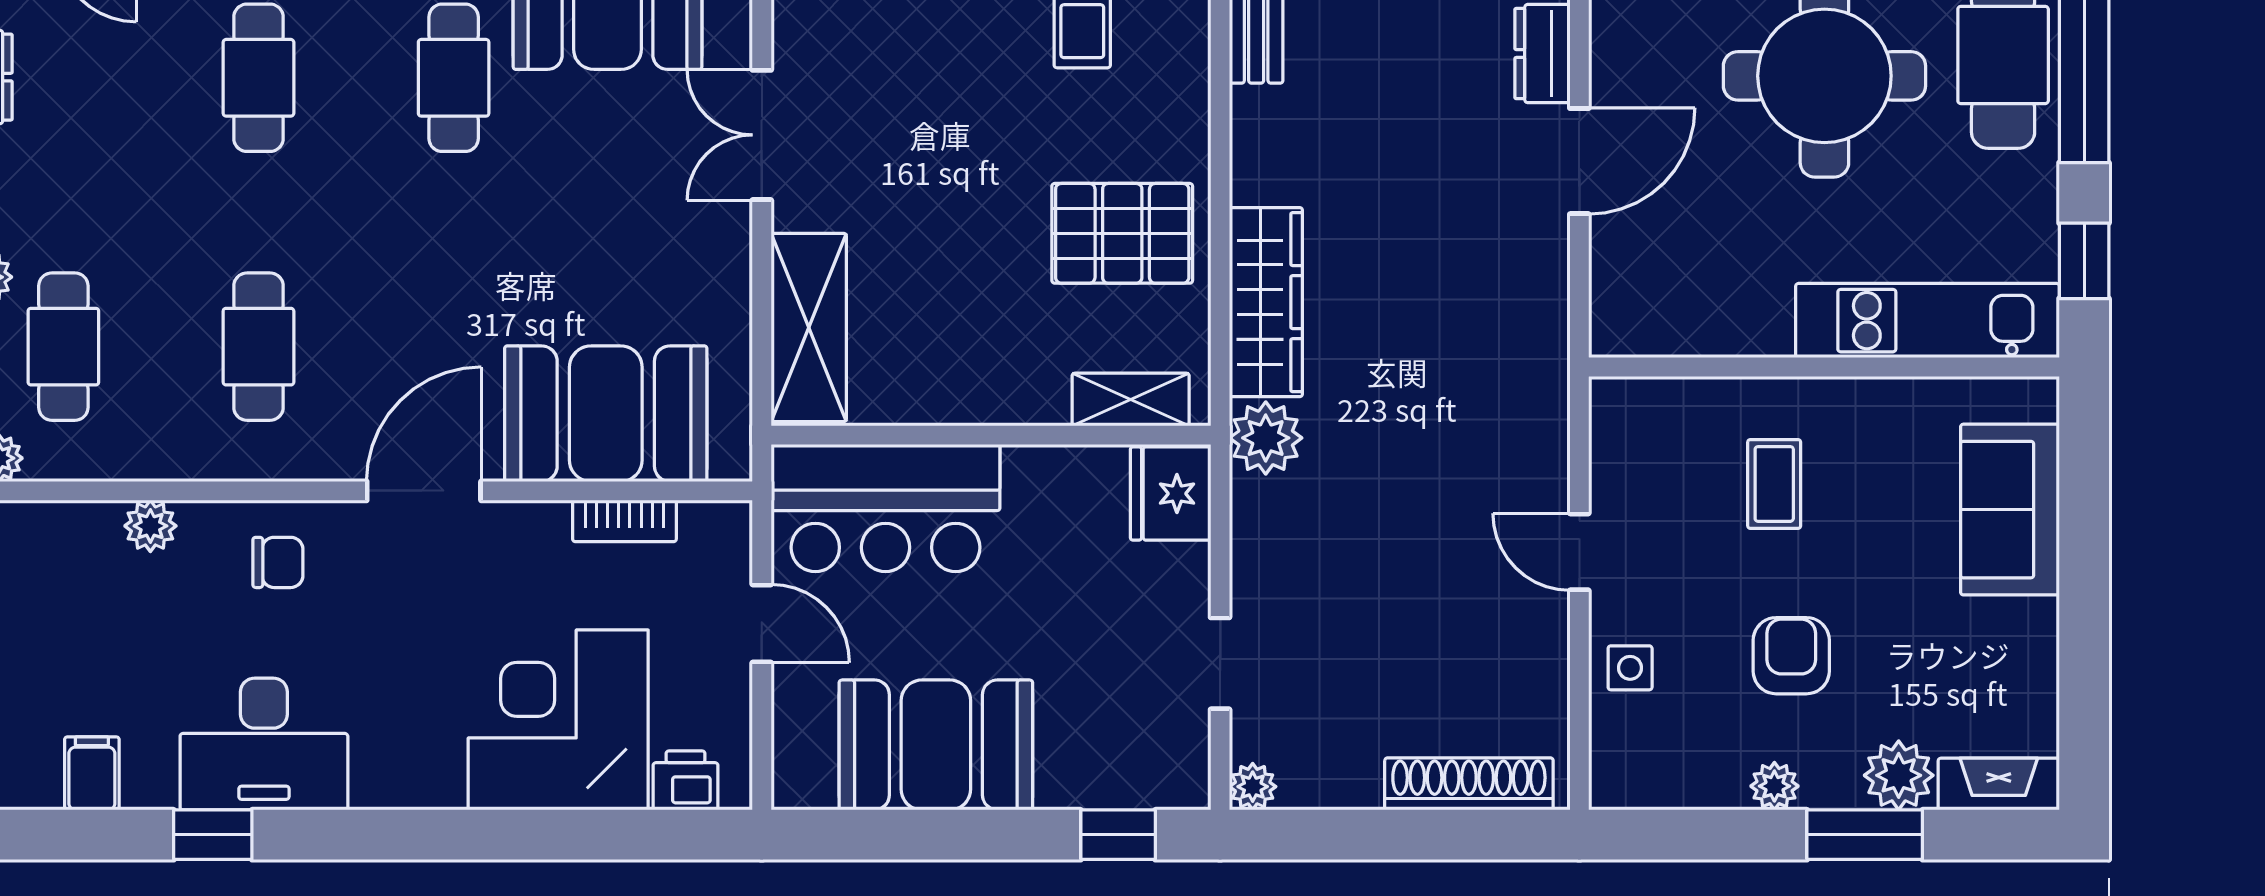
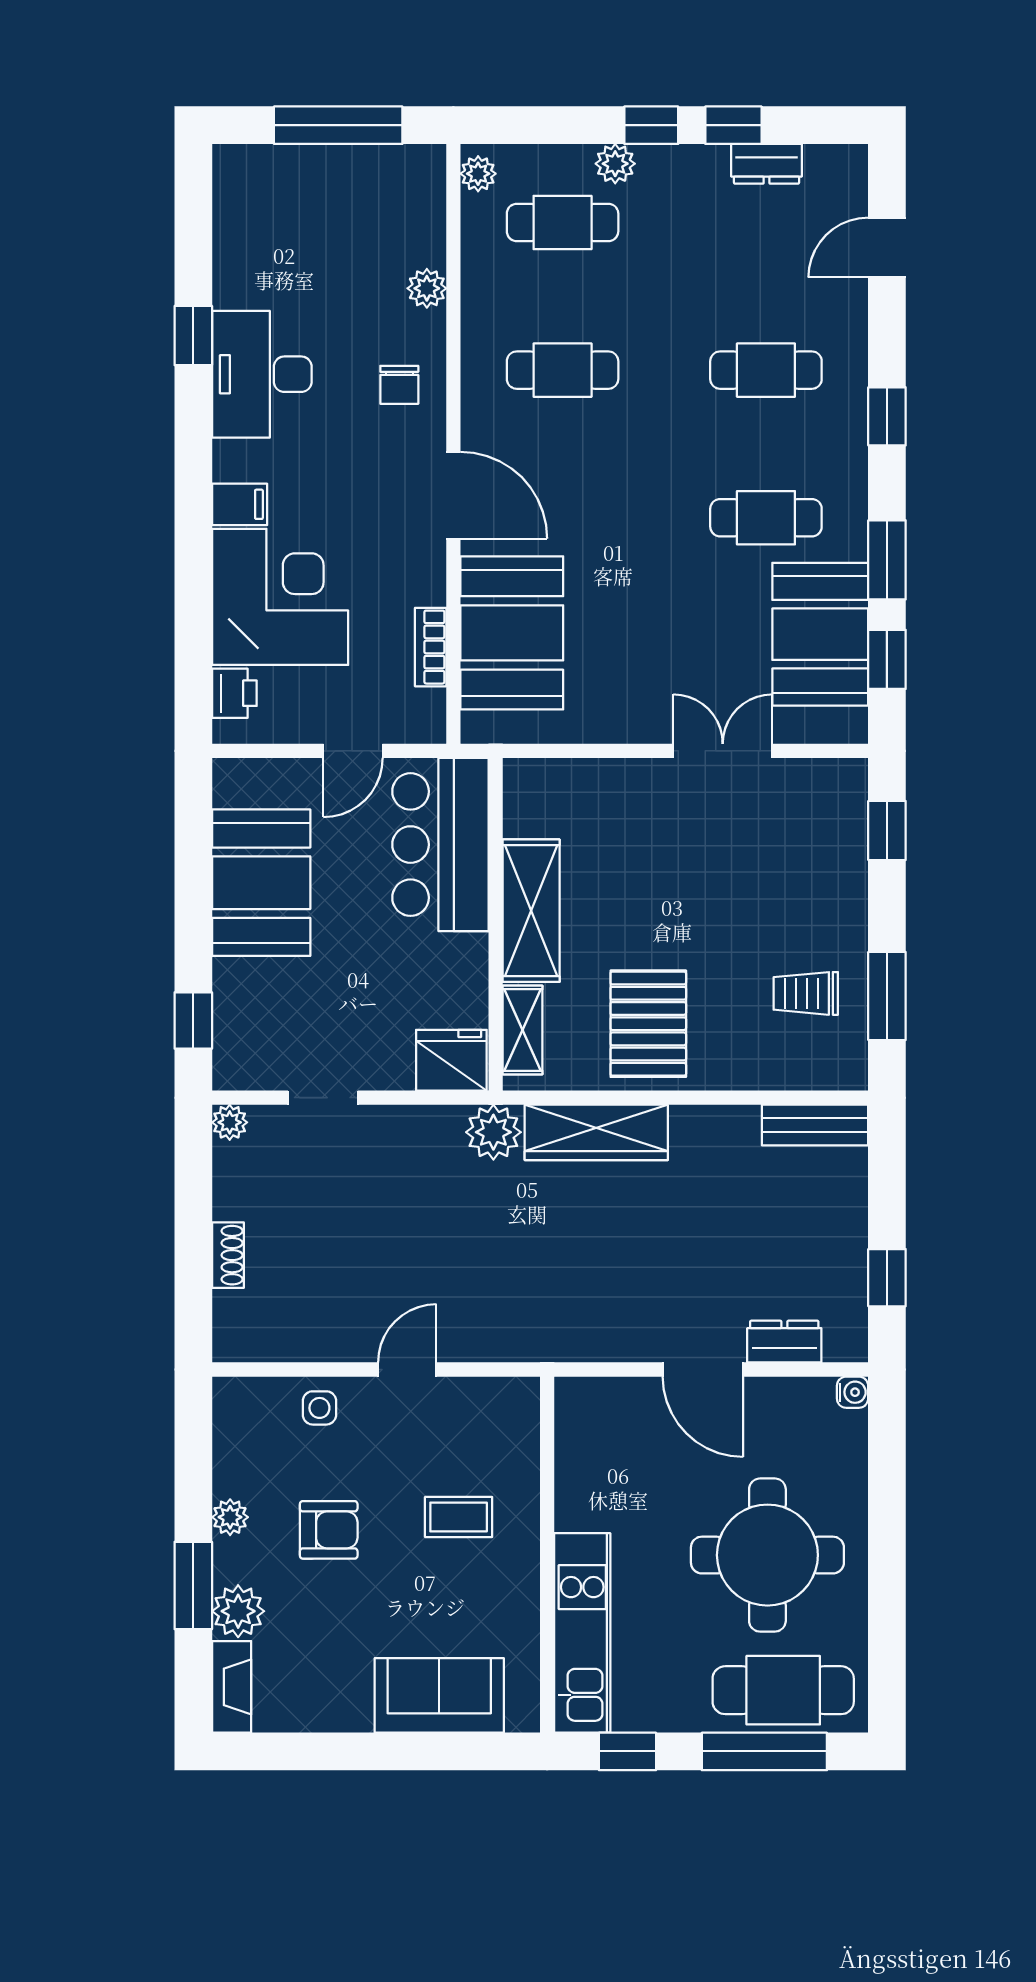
shelving: (809, 327) -> (531, 911), moved, turned 90
filing cabinet: (92, 773) -> (240, 504), moved
shoe rack: (1469, 784) -> (228, 1255), width x0.51, depth x0.81

